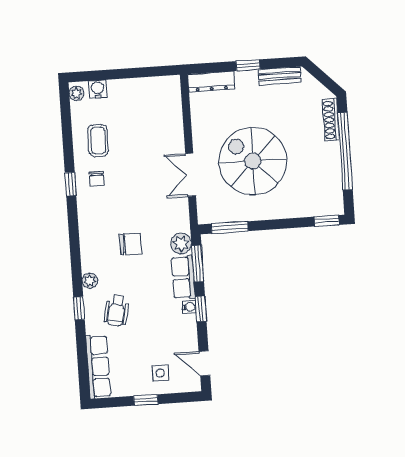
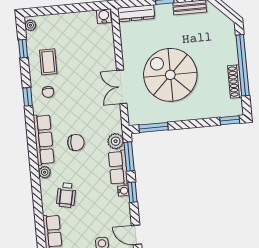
water cooler: (98, 89) -> (104, 16), moved
shoe rack: (331, 120) -> (235, 81), moved
row of seats: (90, 239) -> (44, 140), added
window: (79, 308) -> (23, 49), moved

